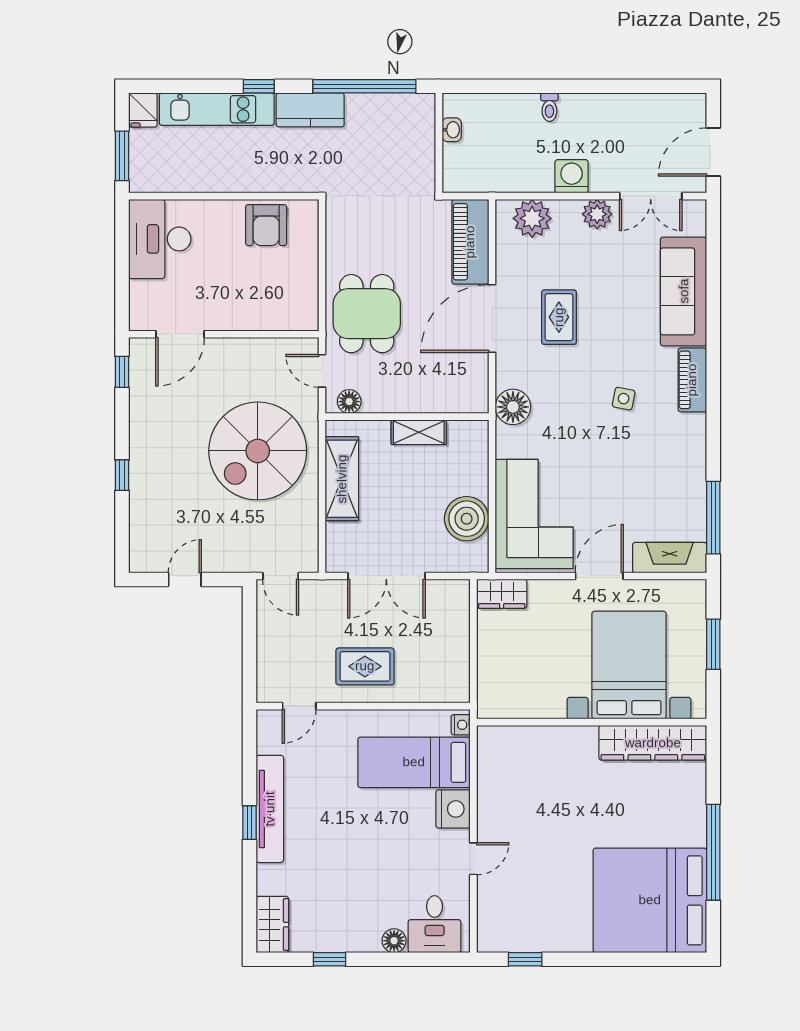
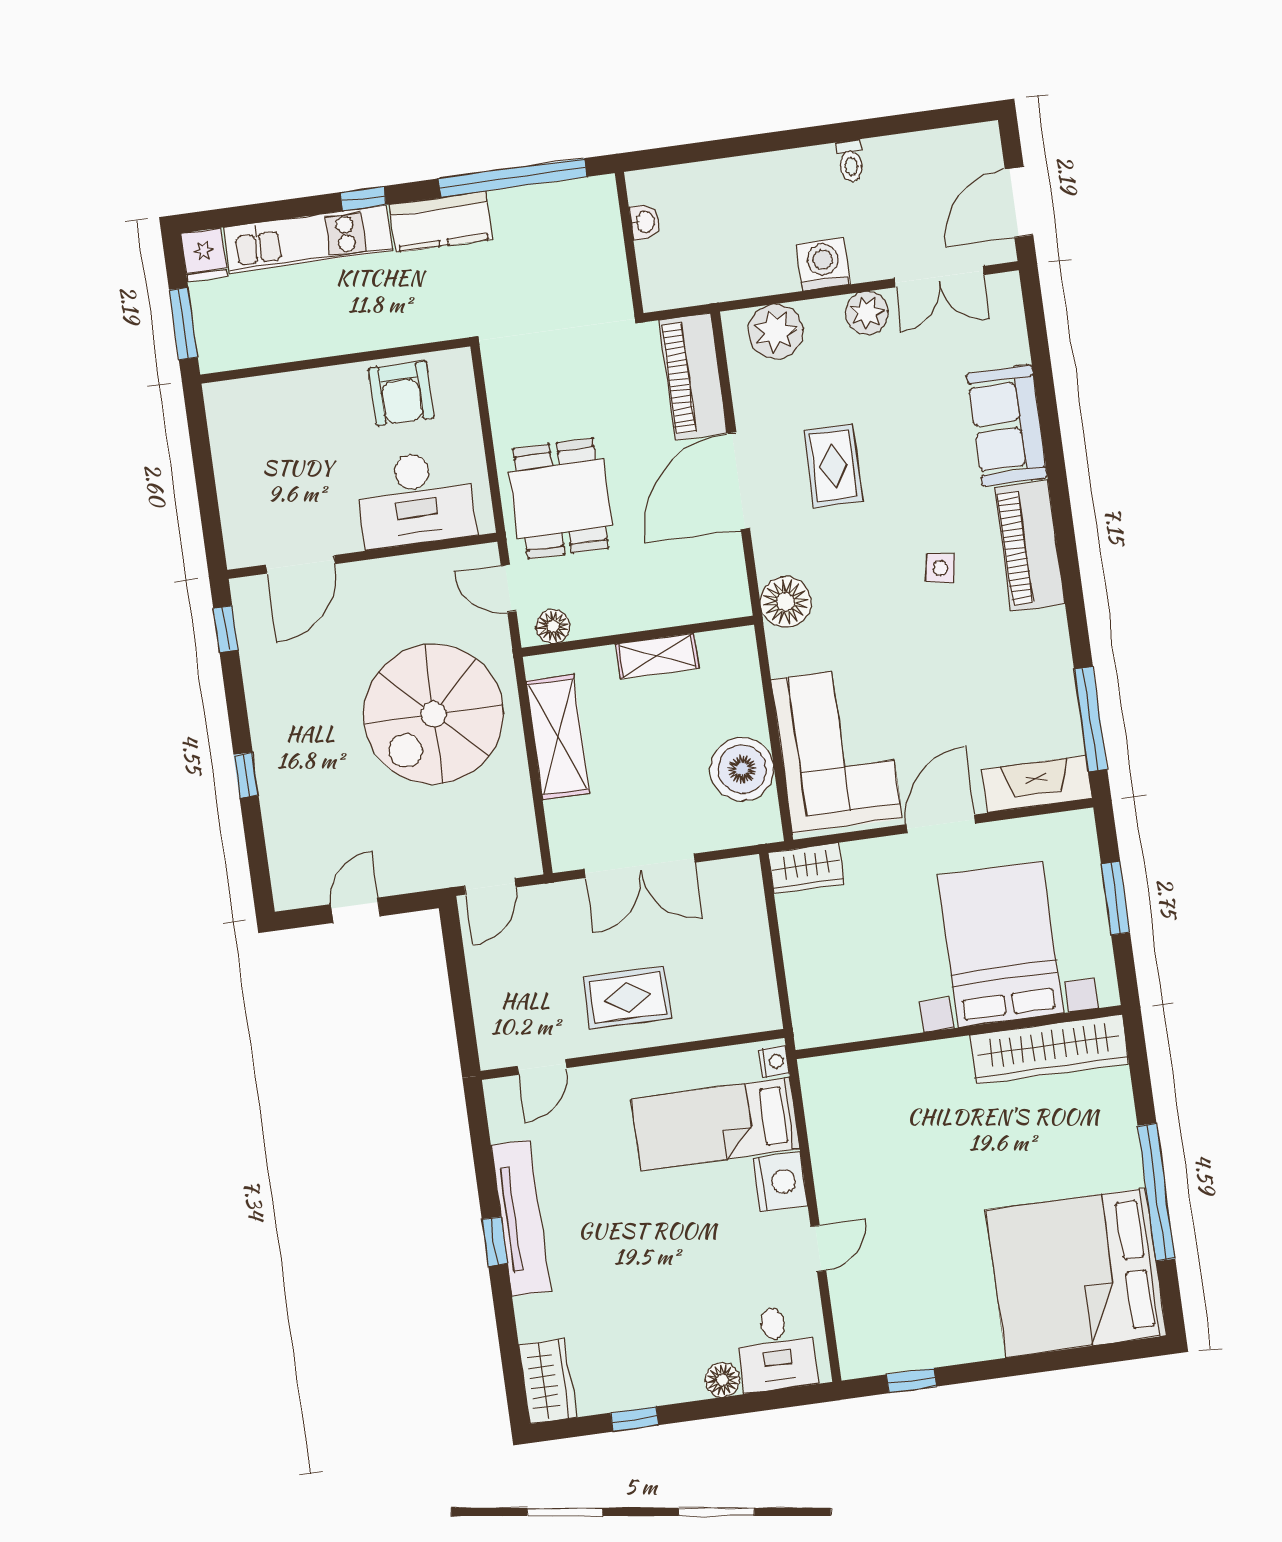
toilet: (549, 107) -> (850, 161), moved
desk: (160, 239) -> (416, 499), moved, turned -90
sofa: (684, 291) -> (1007, 425), width x0.73
piano: (692, 380) -> (1030, 546), width x1.37, depth x1.33
door: (281, 576) -> (490, 886), hinge flipped

